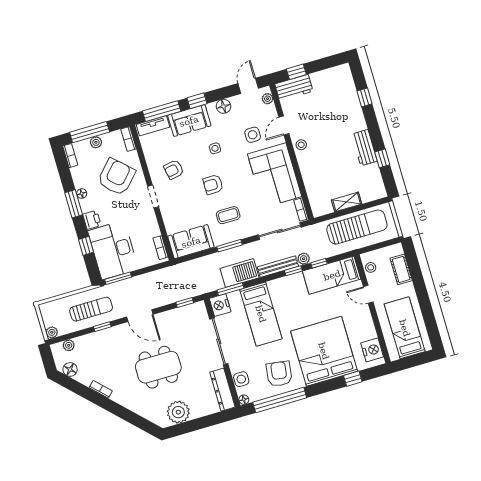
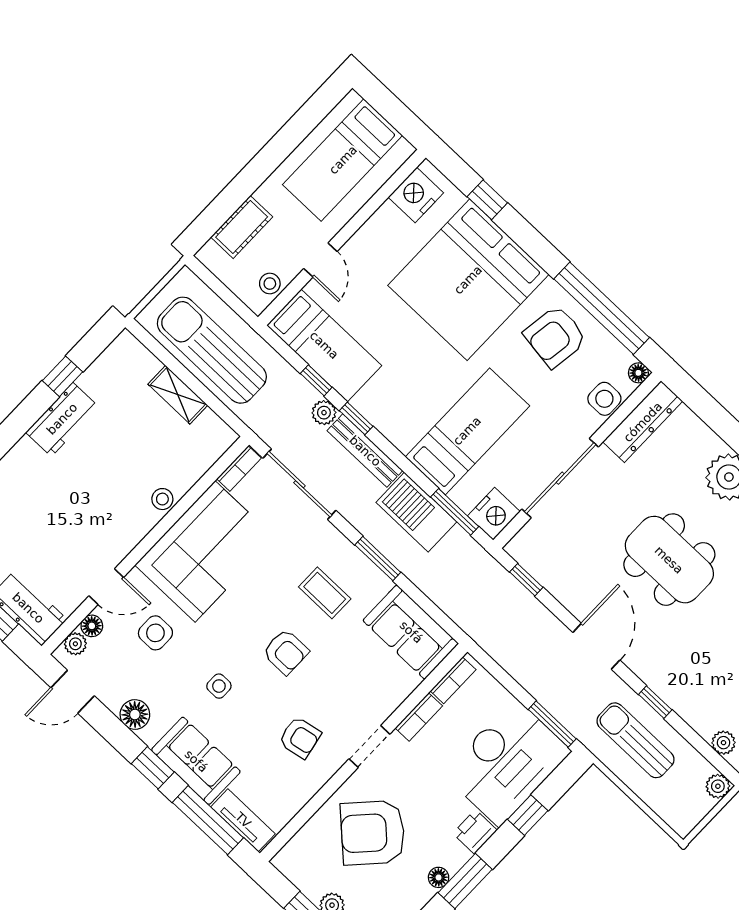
floor lamp: (271, 110) -> (92, 626), added
bookcase: (128, 139) -> (419, 717), moved
stool: (301, 145) -> (162, 499), moved

